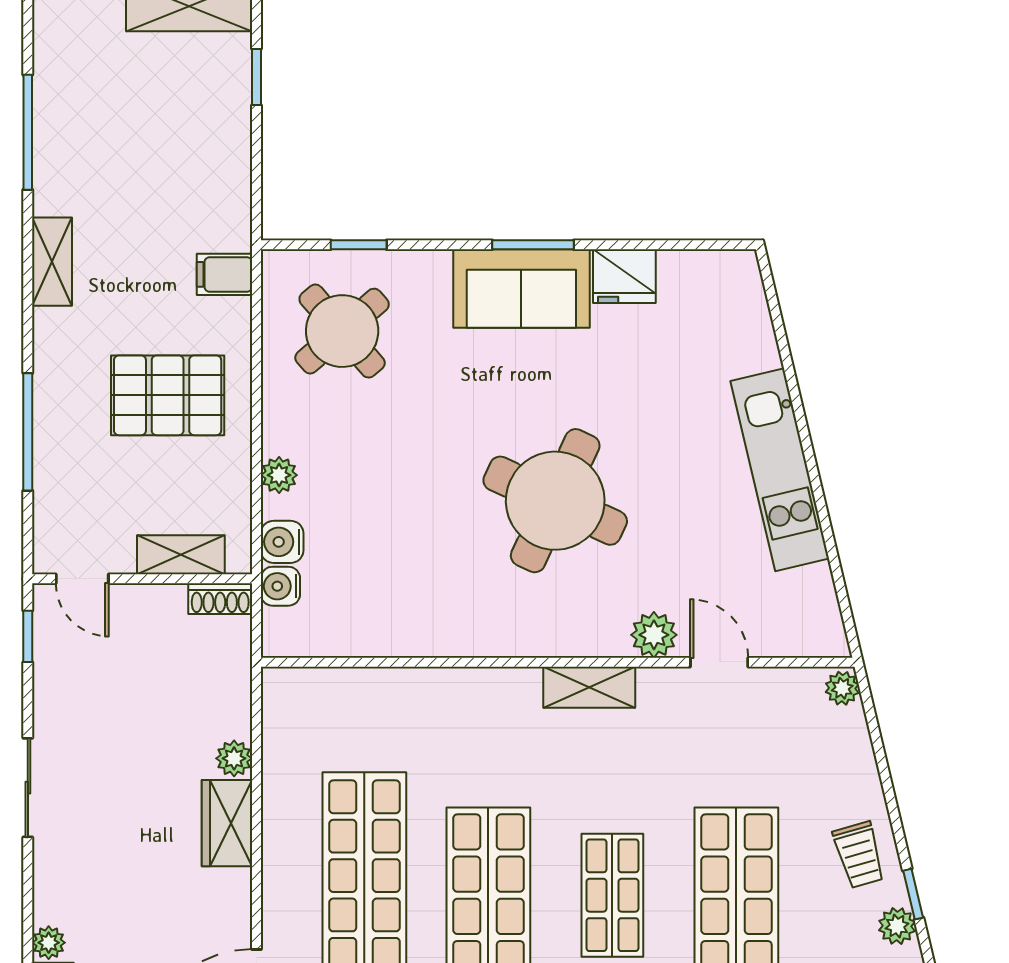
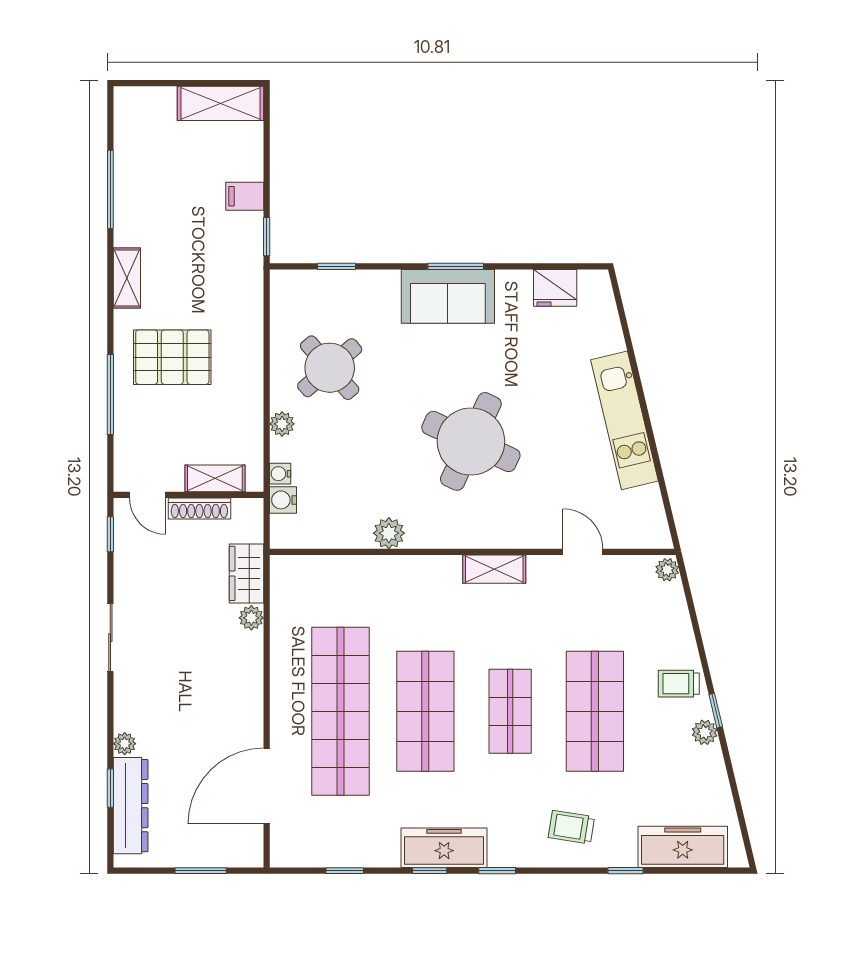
window: (256, 77) -> (267, 237), moved
filing cabinet: (224, 274) -> (245, 196), moved
fridge: (624, 276) -> (555, 288), moved
round table: (342, 331) -> (330, 368), moved
pallet: (168, 395) -> (172, 357), moved
water cooler: (282, 542) -> (280, 474), width x0.72, depth x0.72
shoe rack: (220, 599) -> (199, 508), moved, width x1.43
plant: (654, 635) -> (389, 533), moved
wardrobe: (227, 823) -> (246, 573), moved
trolley: (859, 855) -> (679, 684), turned 106

